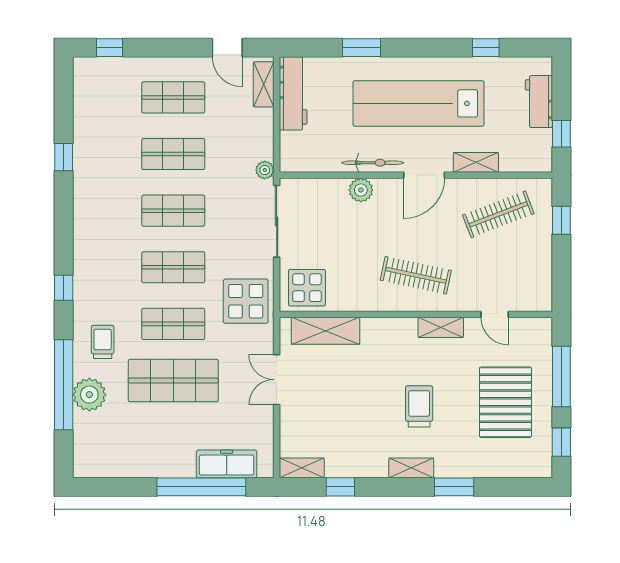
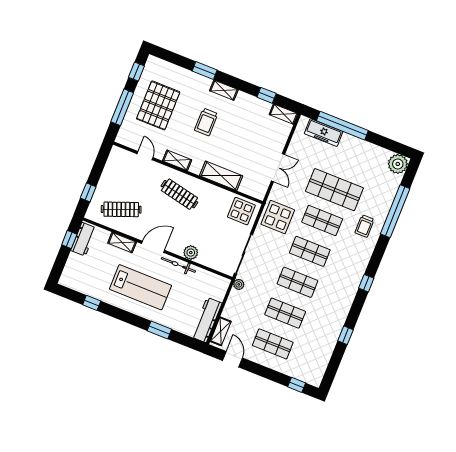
workbench: (539, 102) -> (84, 239), moved
lab bench: (419, 103) -> (140, 287), width x0.73
window: (64, 288) -> (366, 283), moved
shelving: (325, 331) -> (221, 176), moved
plant: (89, 395) -> (398, 164), moved

